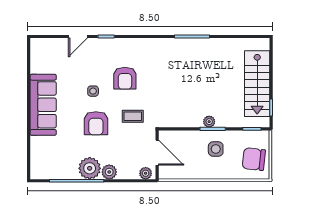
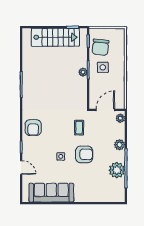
armchair: (125, 78) -> (33, 128), moved, turned 90
sofa: (43, 105) -> (51, 193), moved
chair: (254, 159) -> (100, 47), moved
plant: (90, 168) -> (117, 170), moved

